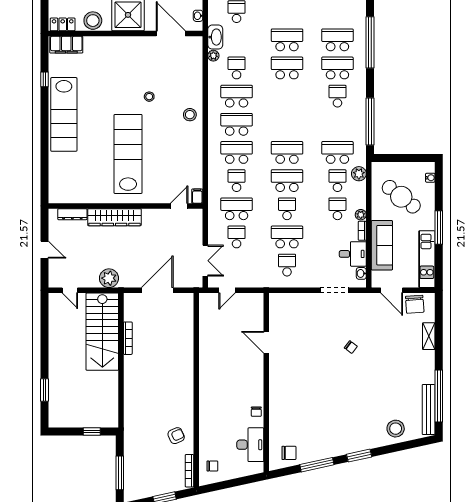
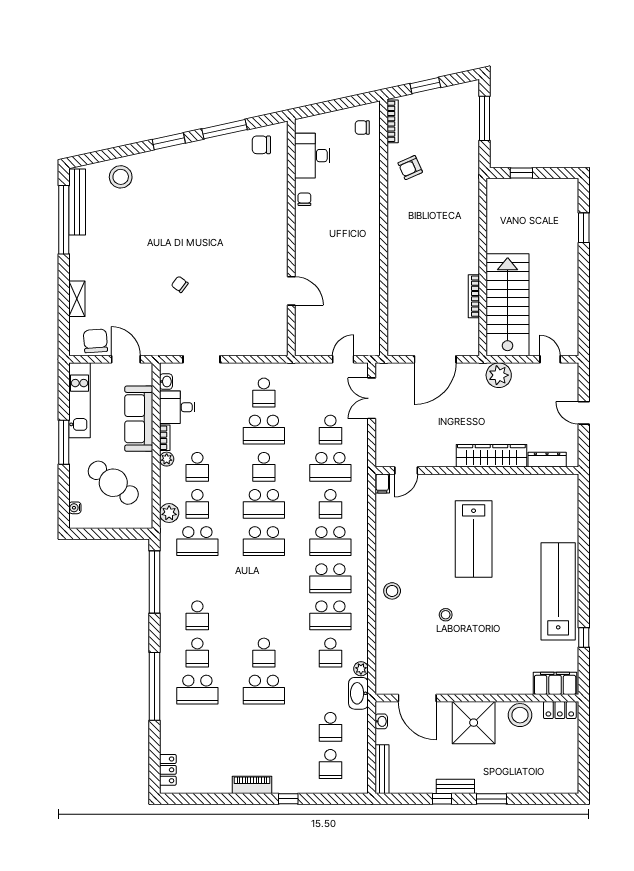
school desk: (287, 68) -> (264, 653), width x0.54
school desk: (337, 68) -> (197, 653), width x0.54
lab bench: (128, 154) -> (474, 539), width x0.73

